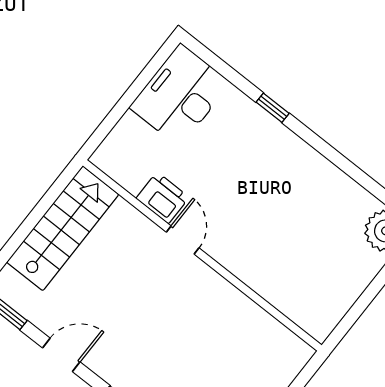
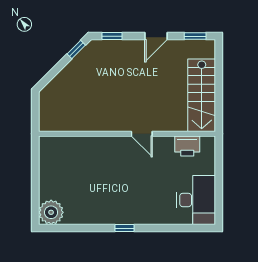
window: (273, 108) -> (124, 228), moved
printer: (163, 198) -> (187, 146), moved

